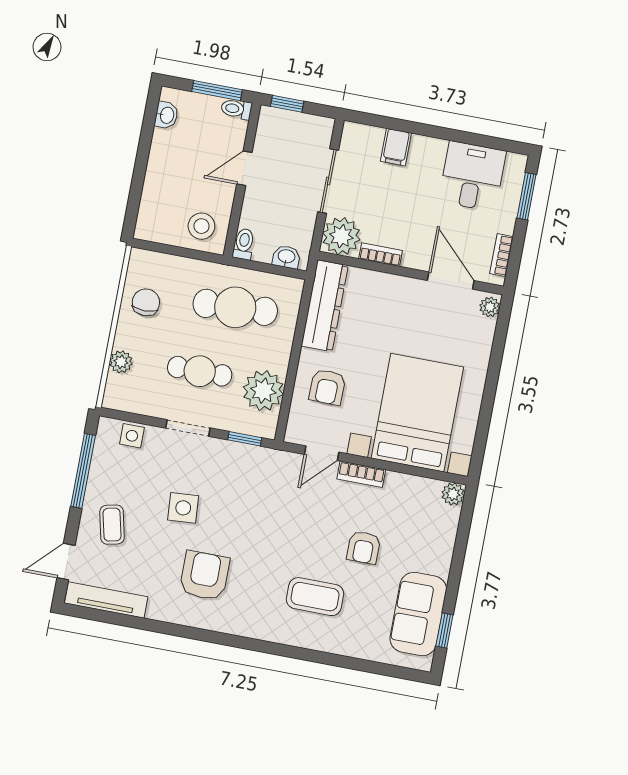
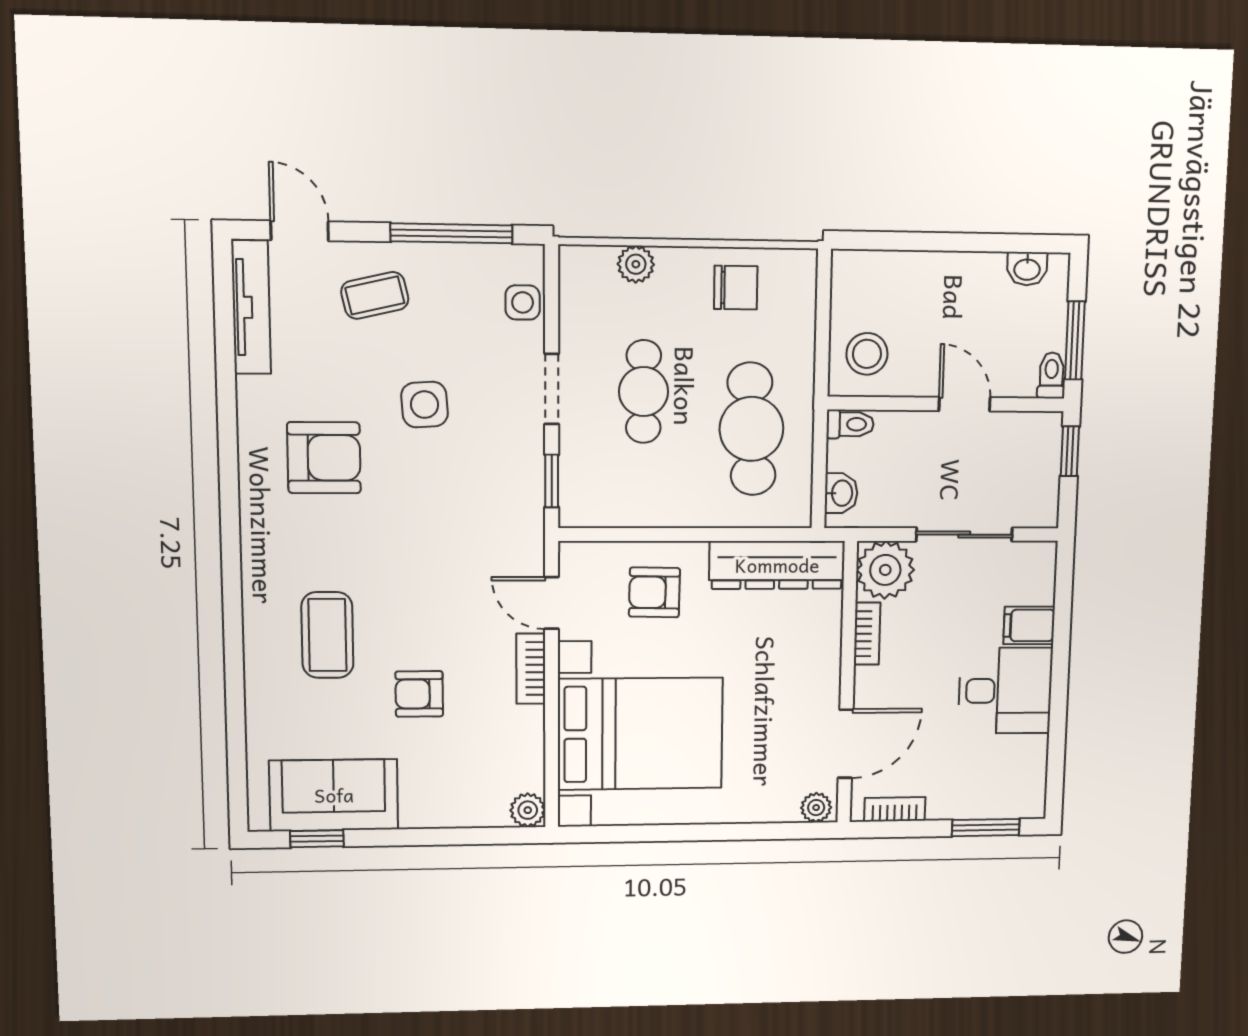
desk: (472, 176) -> (1005, 691), moved
plant: (263, 391) -> (631, 496), removed

